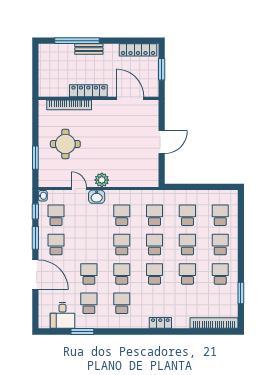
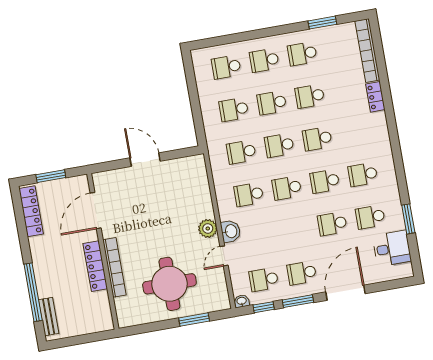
bench: (89, 49) -> (49, 317), moved
bookcase: (69, 105) -> (114, 267), moved
round table: (65, 144) -> (169, 284), width x1.36, depth x1.36
locker: (160, 323) -> (375, 97), moved

